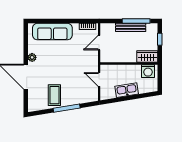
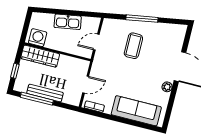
wardrobe: (147, 56) -> (40, 56), width x1.50
door: (99, 79) -> (96, 42), swing flipped
coffee table: (54, 95) -> (133, 46), moved

